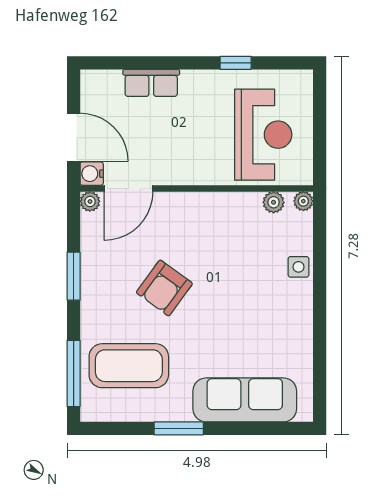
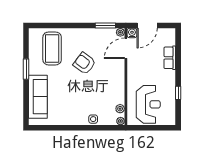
reception desk: (263, 135) -> (148, 104), turned -90
door: (128, 188) -> (126, 48), hinge flipped
window: (74, 276) -> (105, 25), moved
window: (74, 373) -> (49, 25), removed

